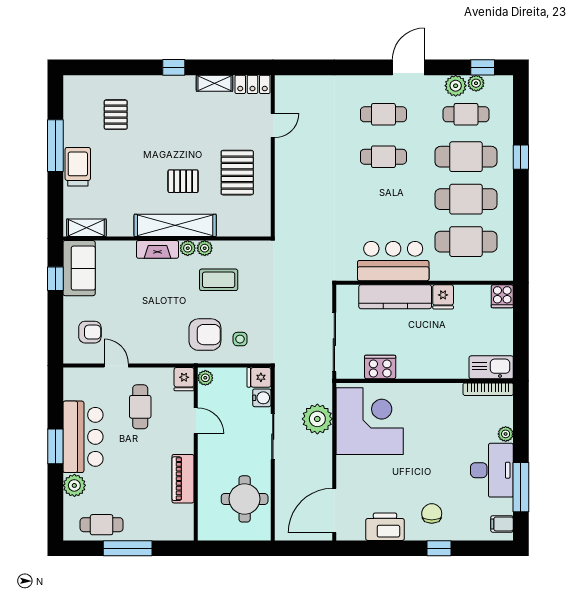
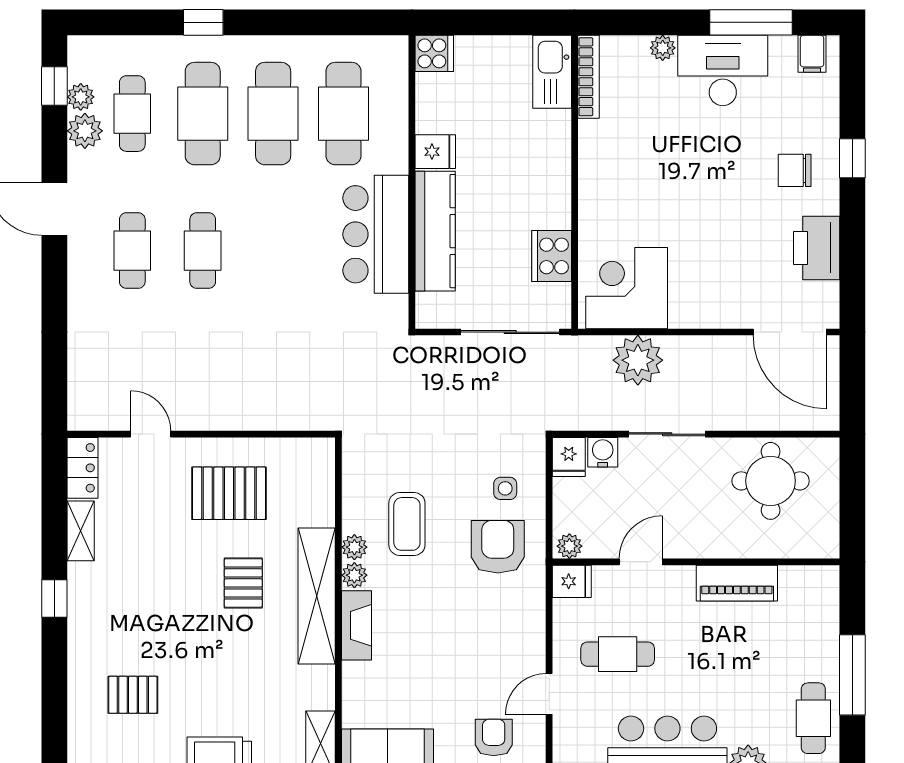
corner desk: (370, 421) -> (627, 288), width x0.74, depth x0.74

